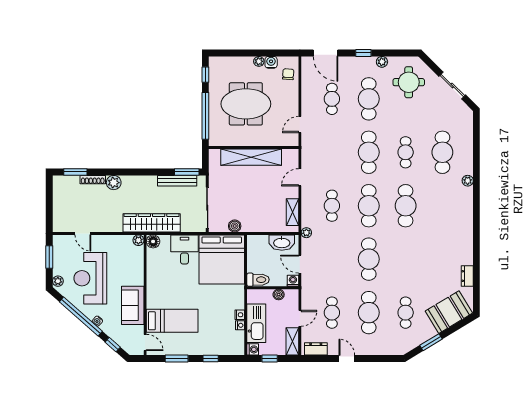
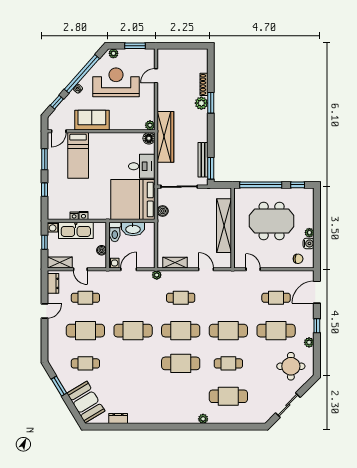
meeting table: (246, 104) -> (272, 221), turned 90
window: (75, 172) -> (211, 103), moved
washbasin: (282, 243) -> (133, 229), moved, turned -90

